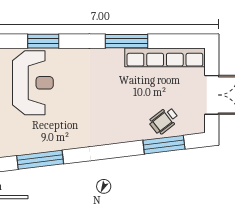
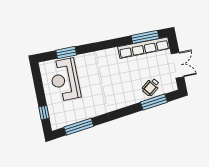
window: (127, 41) -> (145, 37), moved
reception desk: (33, 83) -> (65, 80), turned 180

